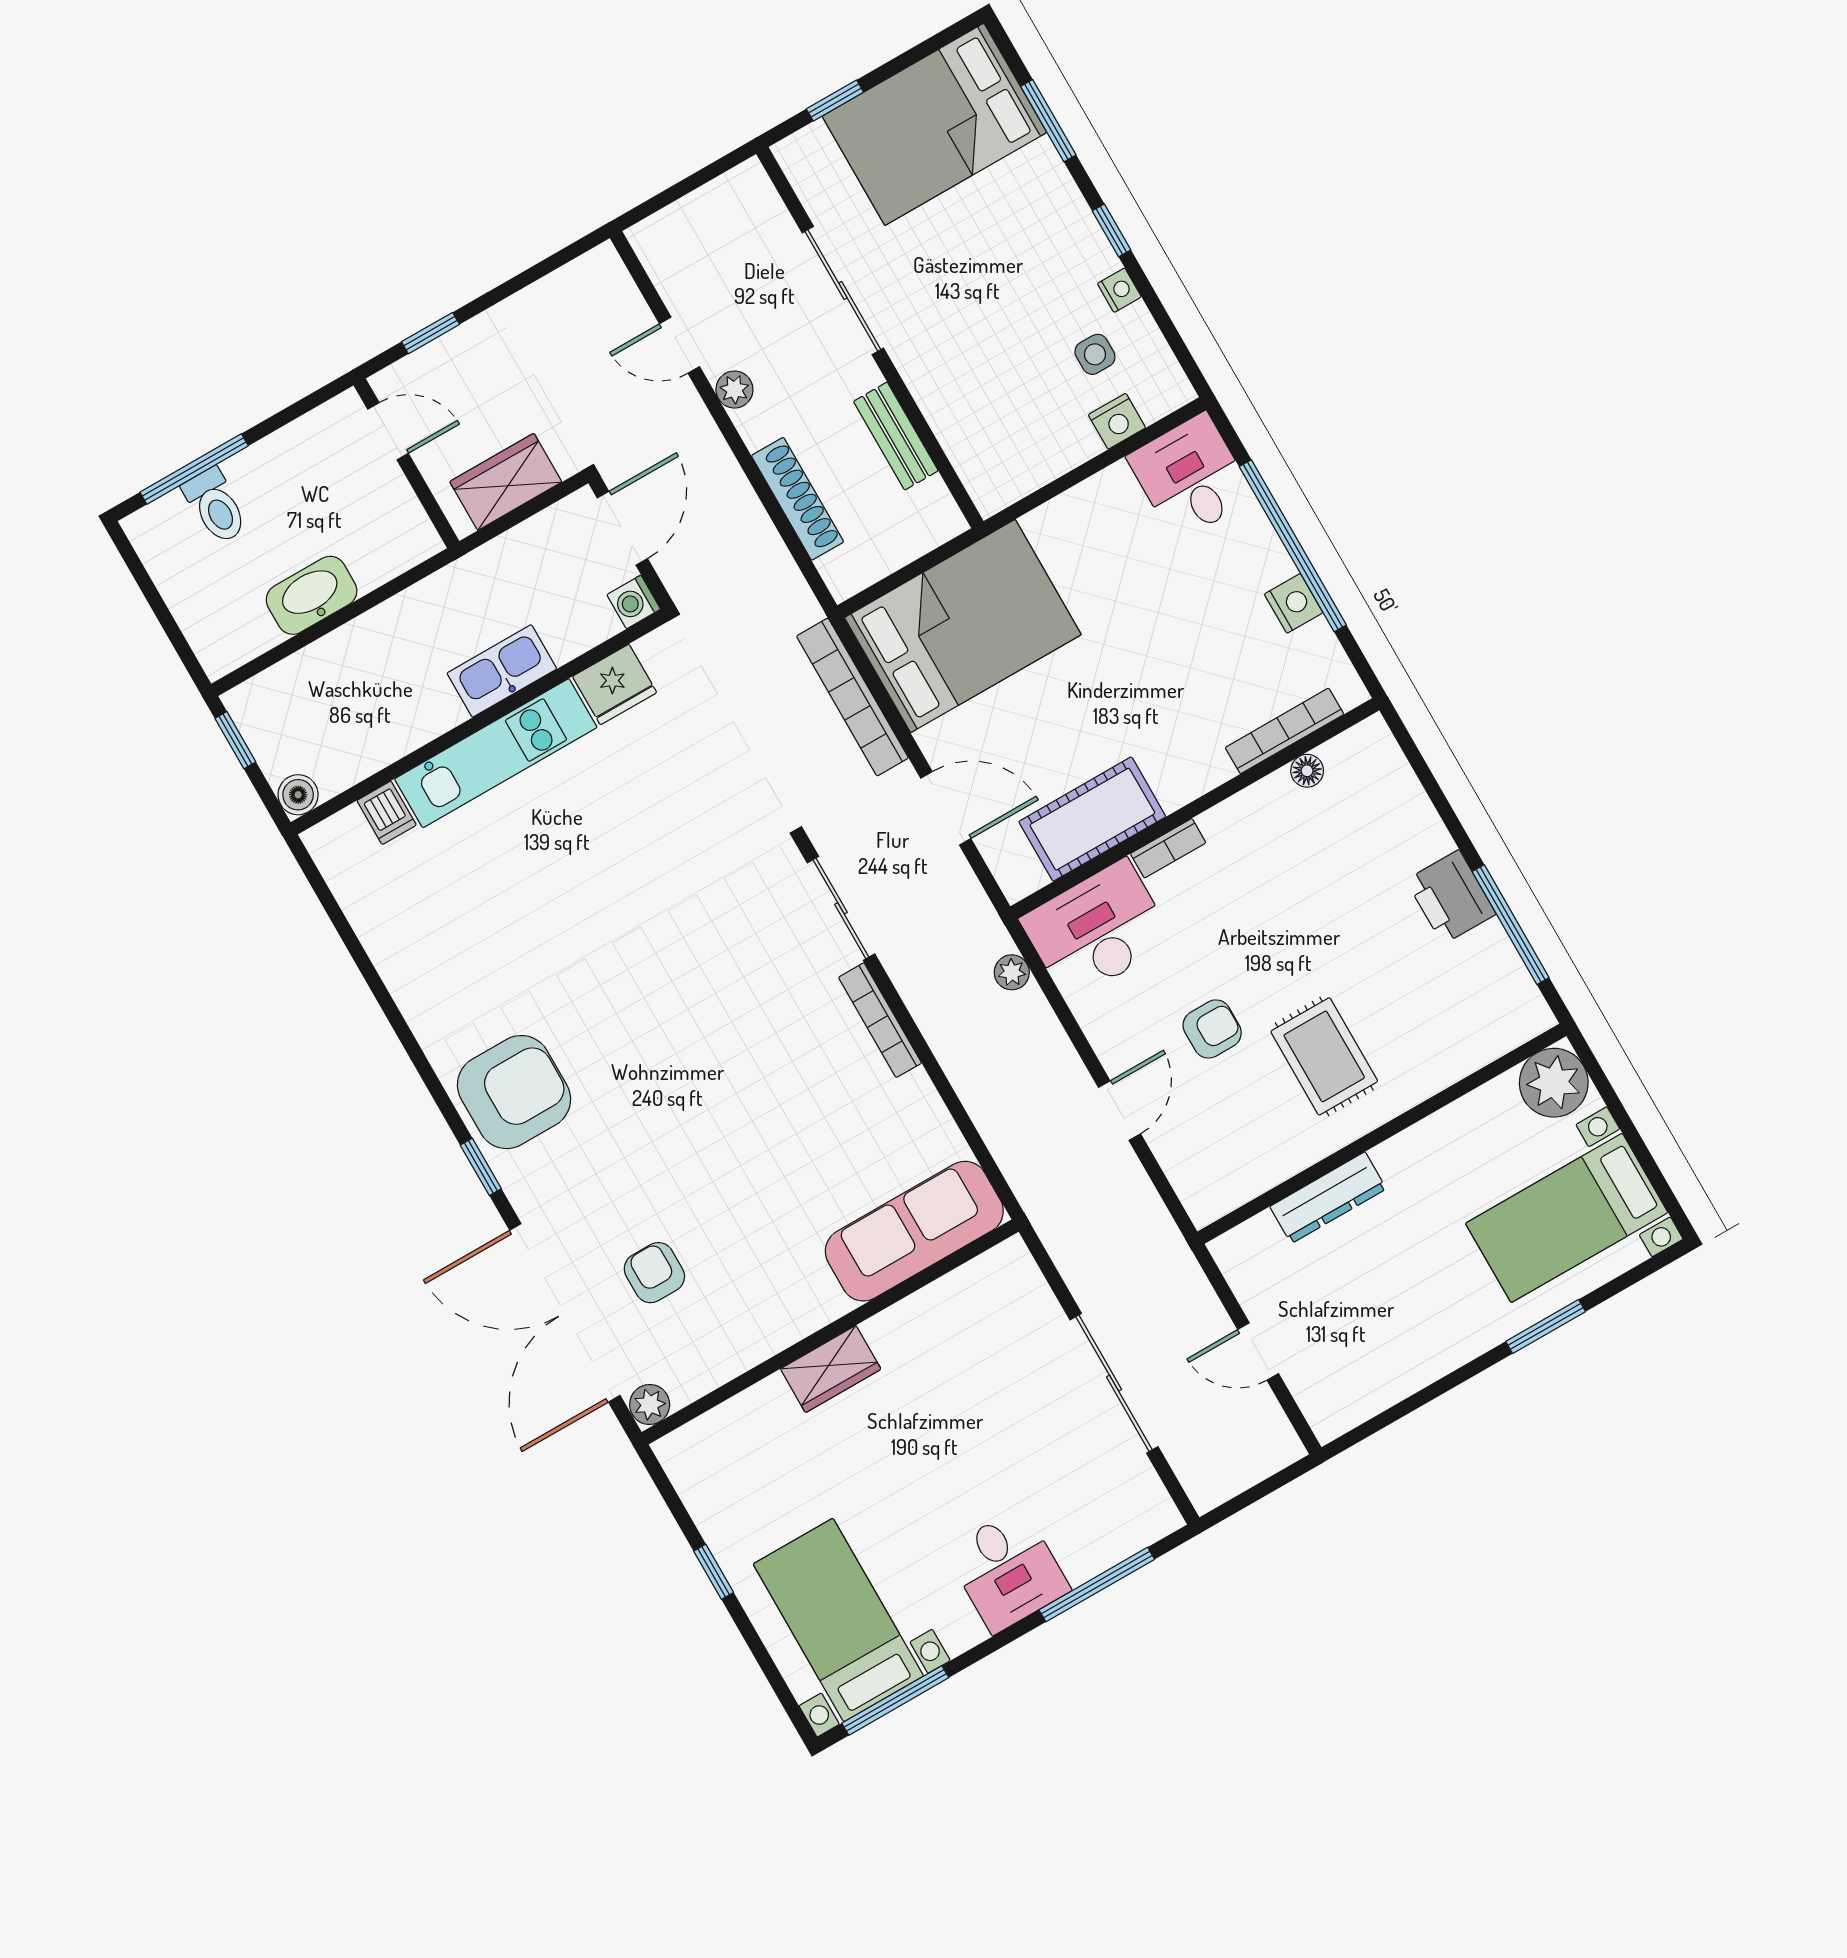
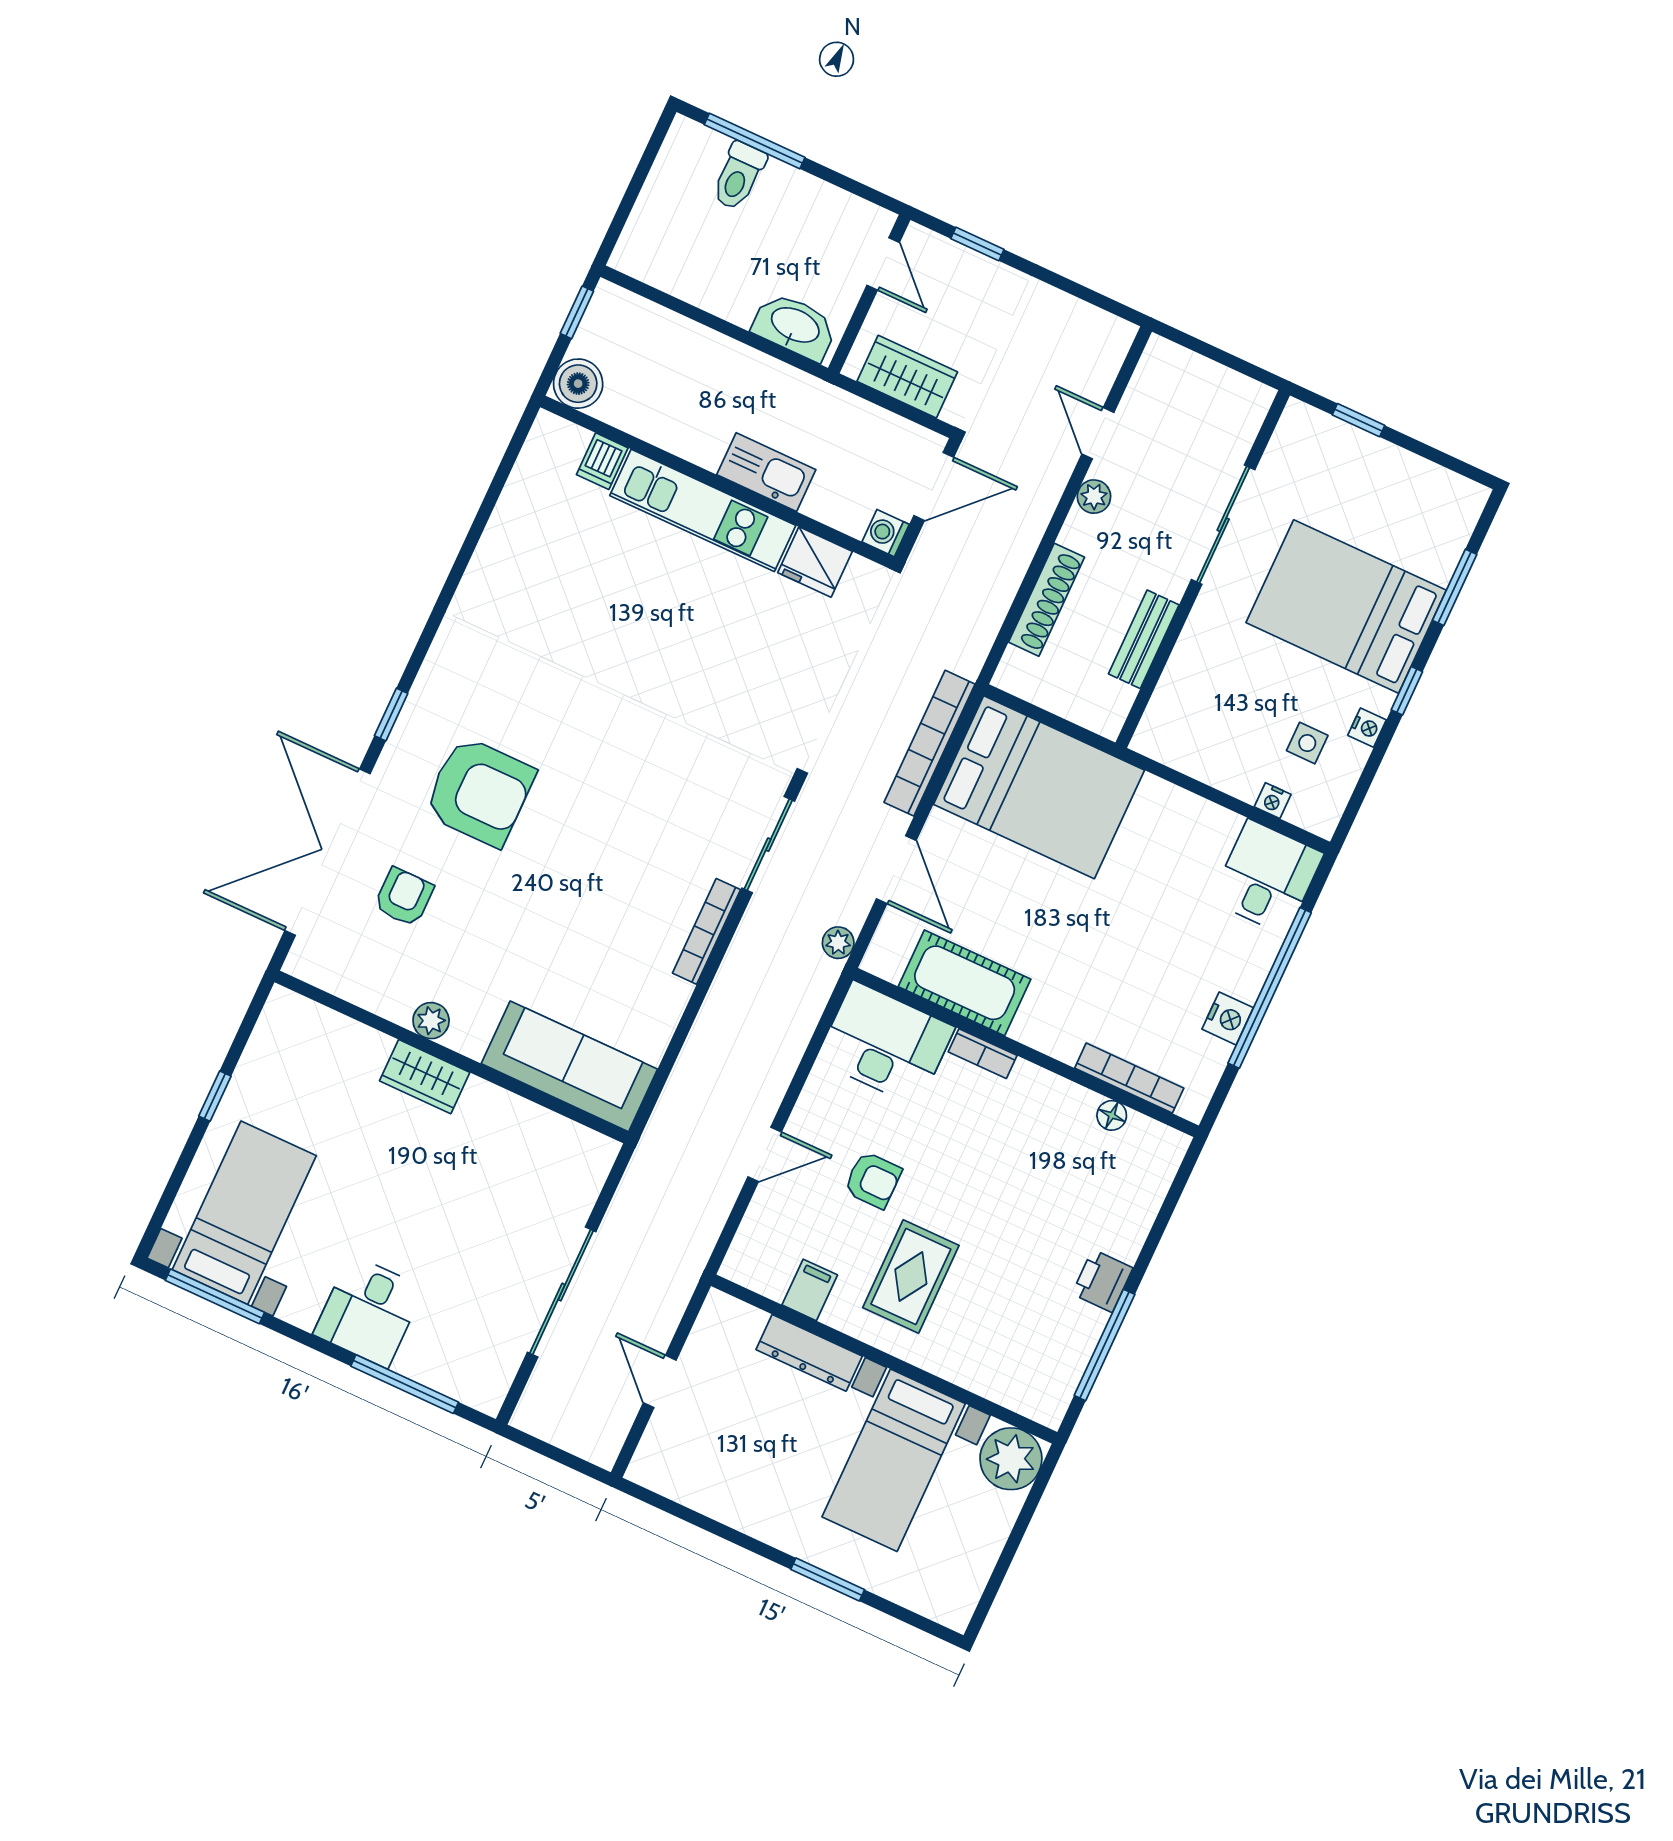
bed: (934, 124) -> (1346, 606), moved
nightstand: (1117, 421) -> (1273, 801), width x0.72, depth x0.74
washbasin: (312, 595) -> (795, 326), moved
boiler: (298, 795) -> (578, 384), width x1.36, depth x1.36
printer: (1451, 897) -> (1102, 1281), width x0.73, depth x0.81
plant: (1012, 972) -> (838, 943), moved
armchair: (514, 1092) -> (479, 791), moved
filing cabinet: (1271, 1157) -> (810, 1290), added
bed with nightstands: (1567, 1218) -> (894, 1460), moved, turned -90
plant: (650, 1405) -> (431, 1021), moved

